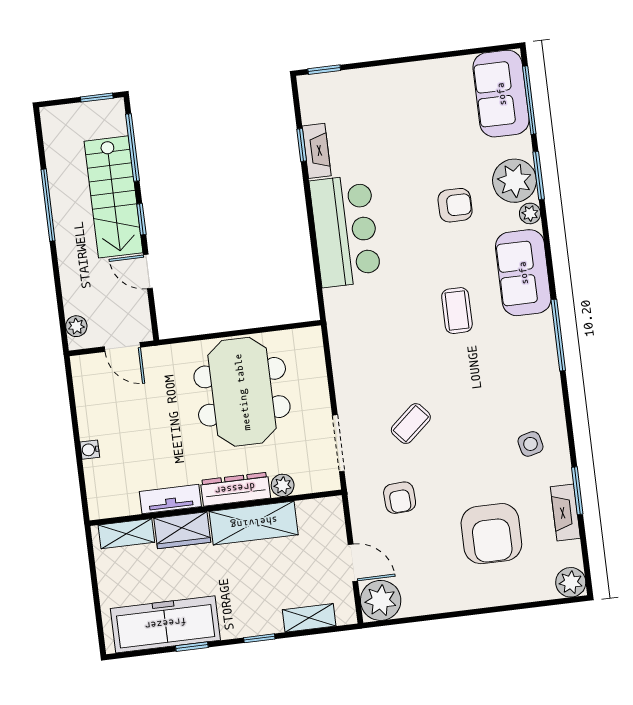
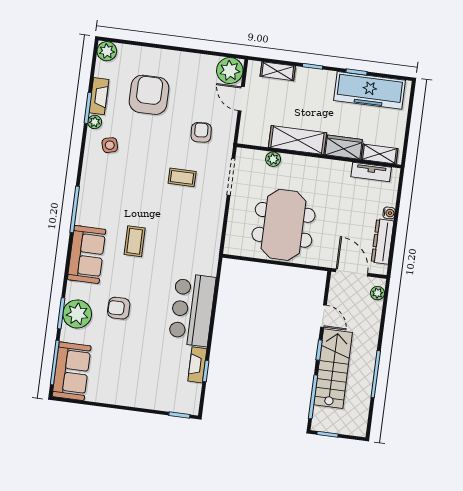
plant: (530, 213) -> (95, 122), moved
door: (122, 347) -> (352, 272), width x1.38
coffee table: (411, 424) -> (182, 177), turned 41
dresser: (235, 489) -> (382, 242), moved, turned 90
tv unit: (170, 499) -> (371, 172), moved

